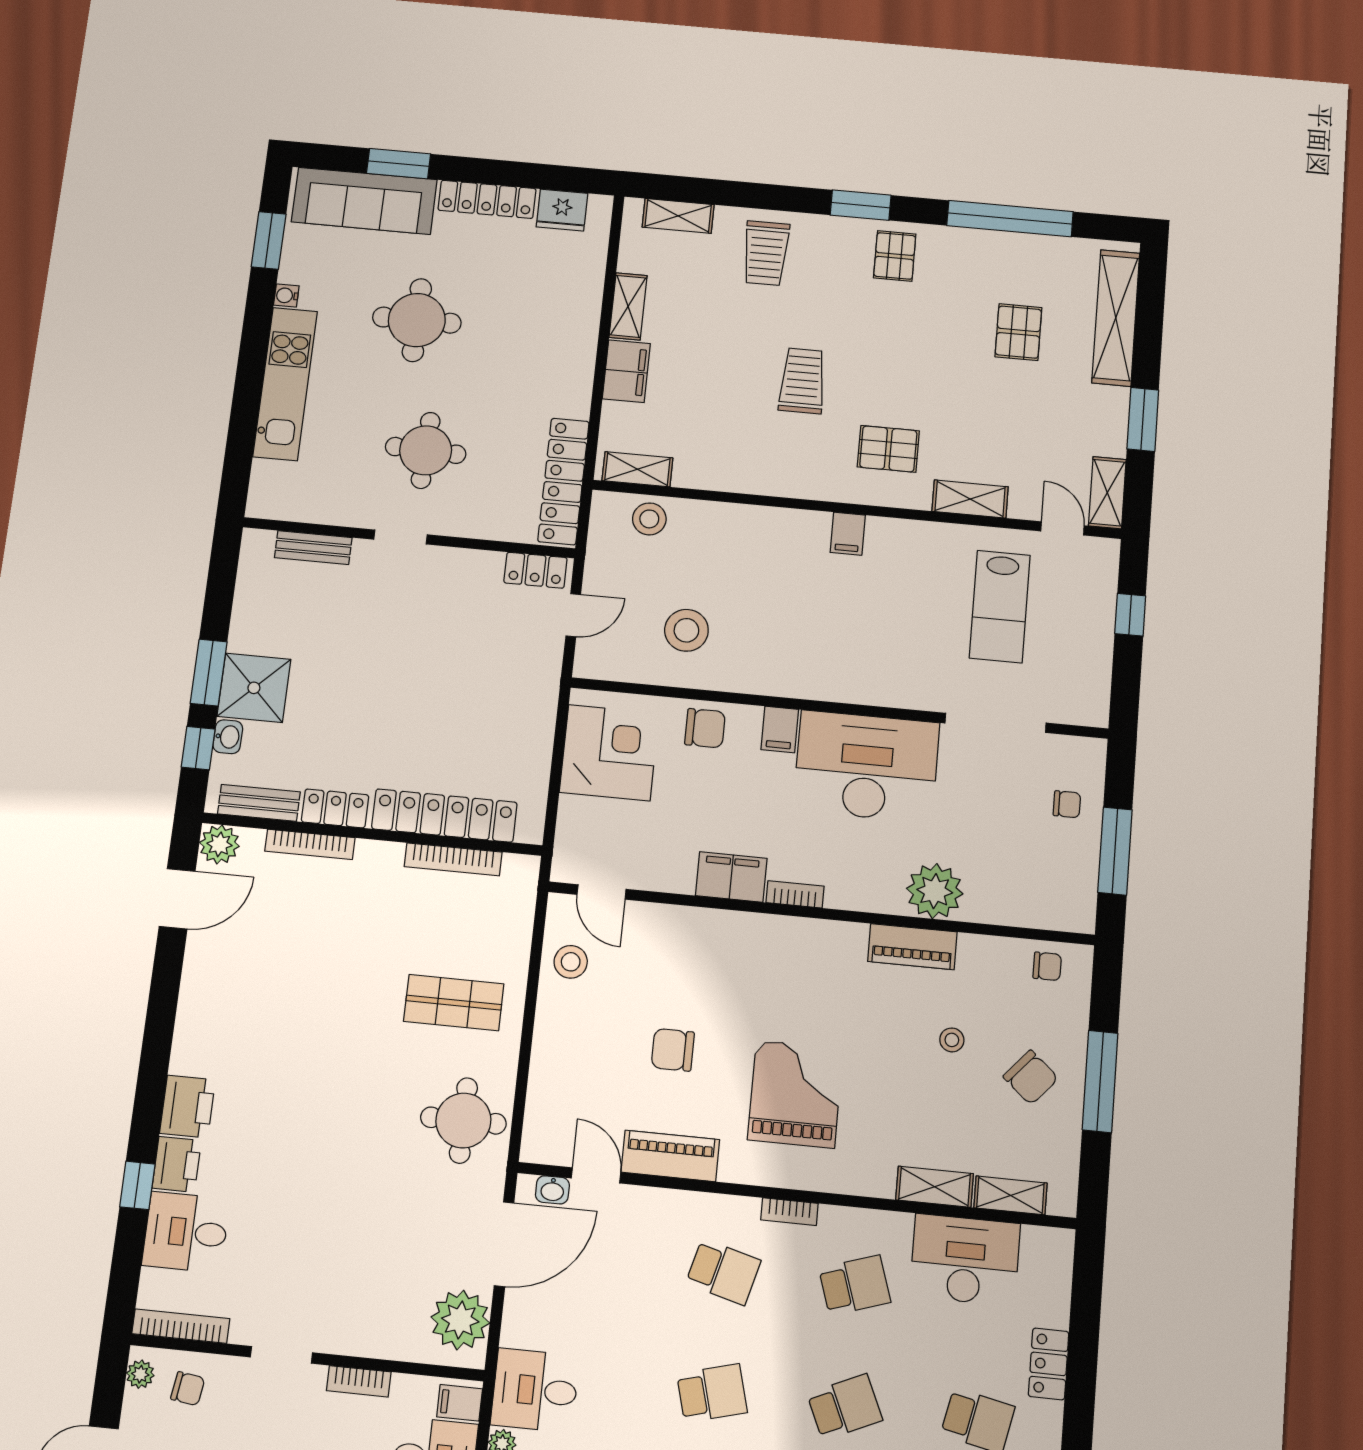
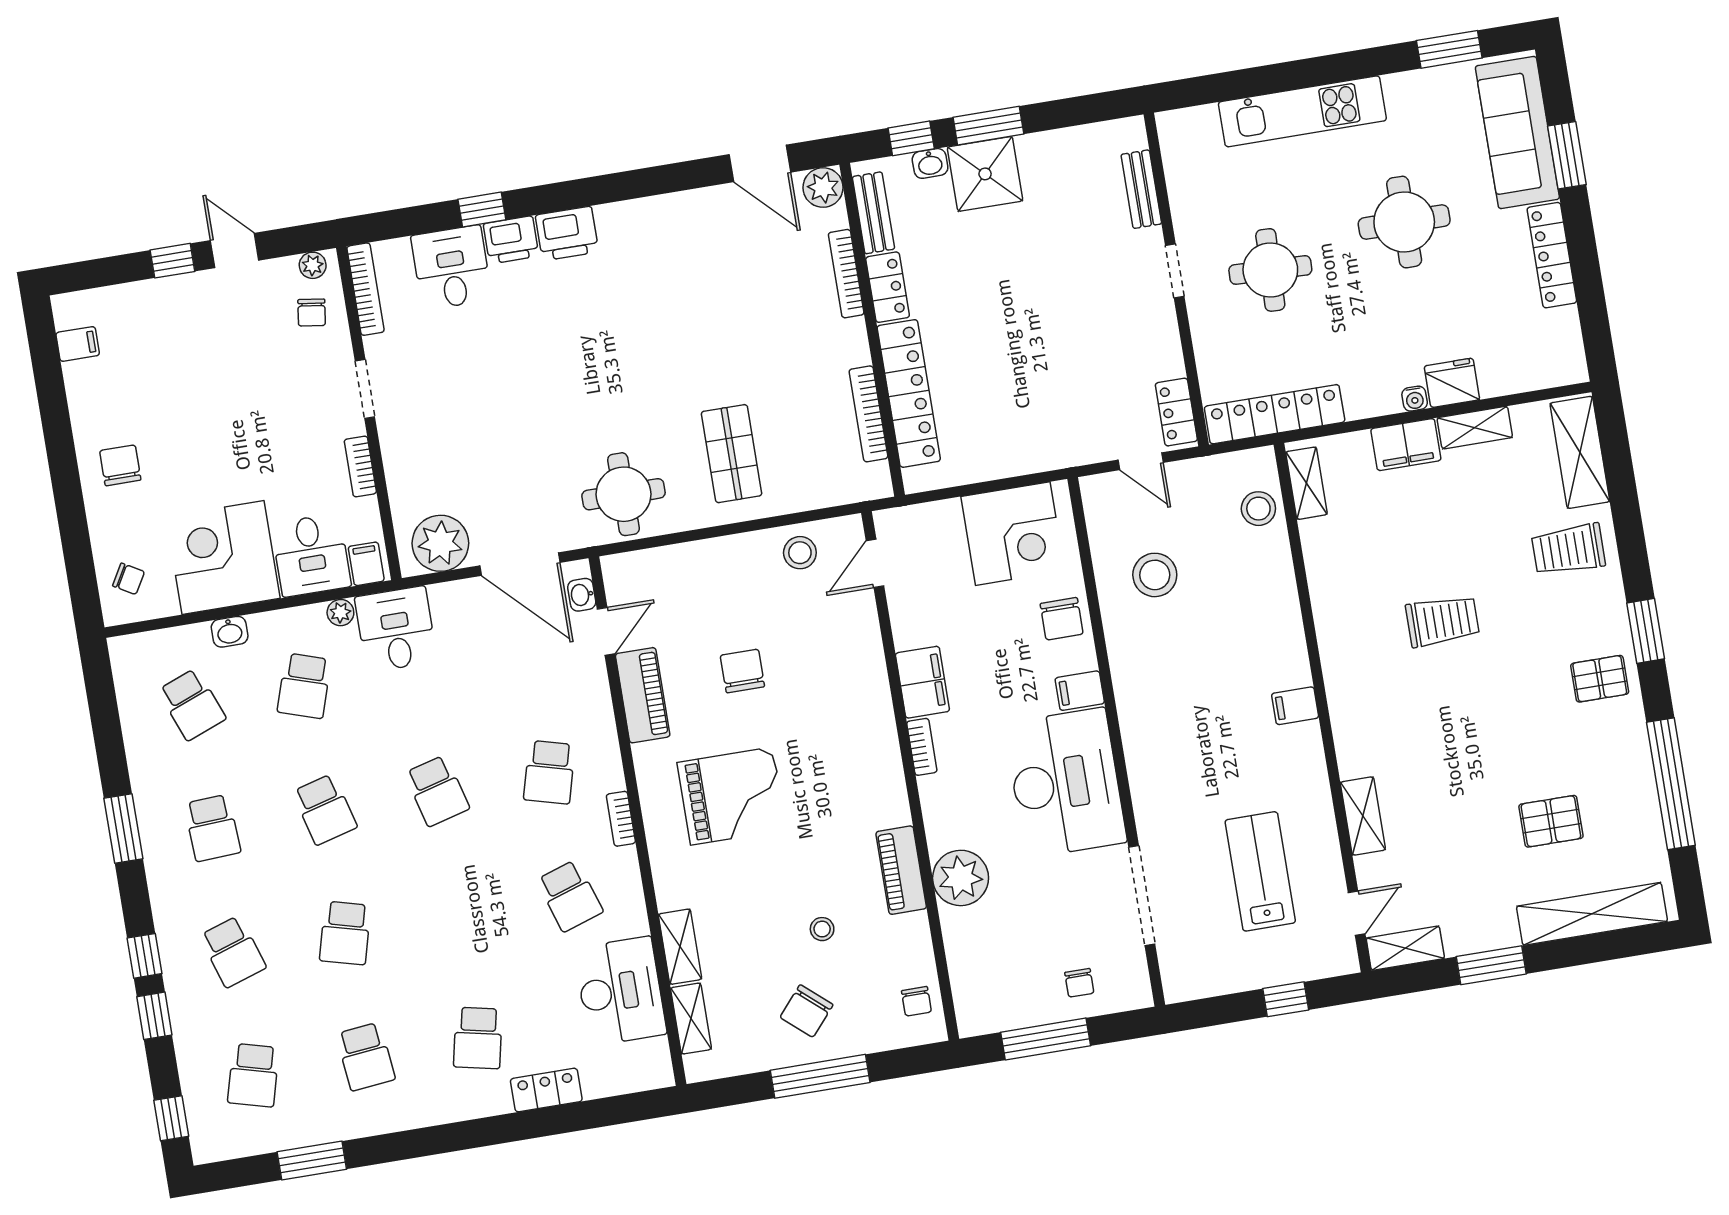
fridge: (562, 210) -> (1452, 383), moved, turned 90
shelving: (678, 216) -> (1580, 452), width x1.50, depth x1.33
water cooler: (286, 295) -> (1415, 399), moved, turned 180
pallet: (888, 449) -> (1394, 723), removed
lab bench: (1000, 607) -> (1260, 871), turned 90
school desk: (845, 1407) -> (457, 914), removed

